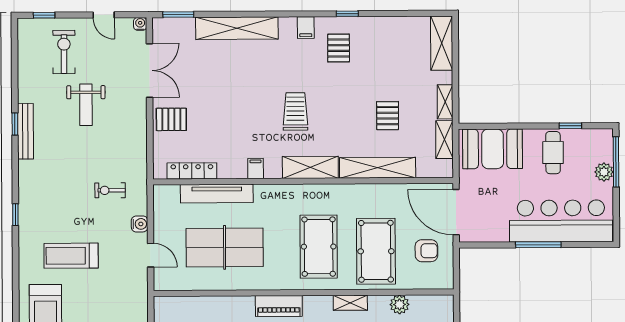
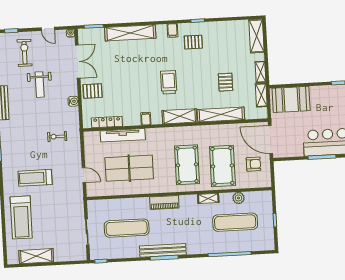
pallet: (339, 48) -> (193, 42), turned 90
cafe table: (553, 153) -> (328, 100), removed
water cooler: (140, 224) -> (73, 101), moved

